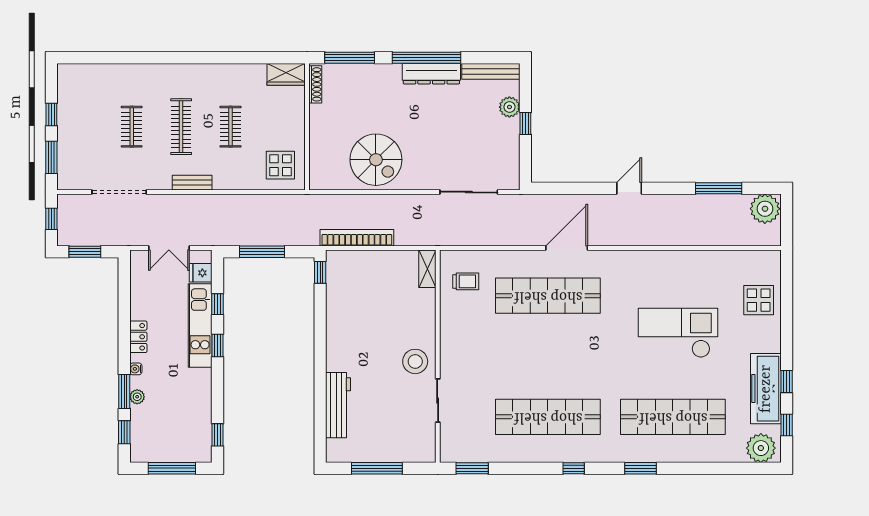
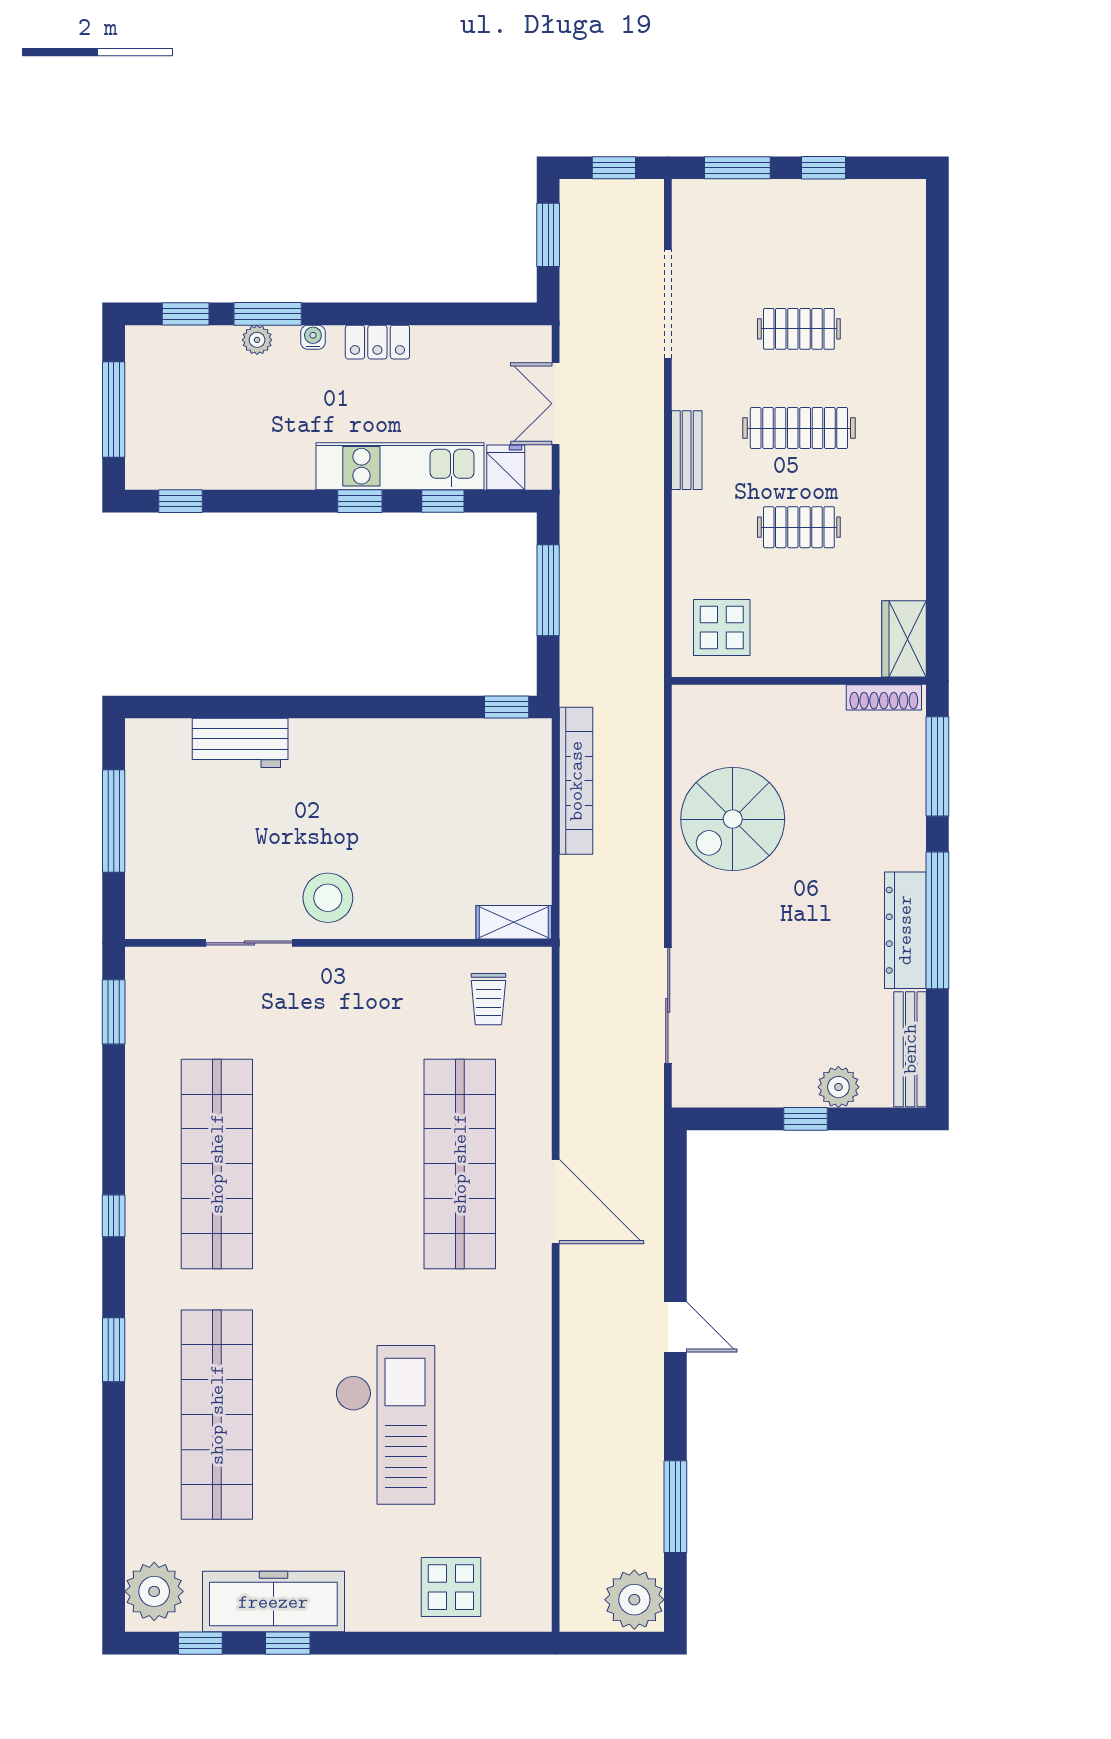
workbench: (338, 405) -> (240, 743), width x0.73

